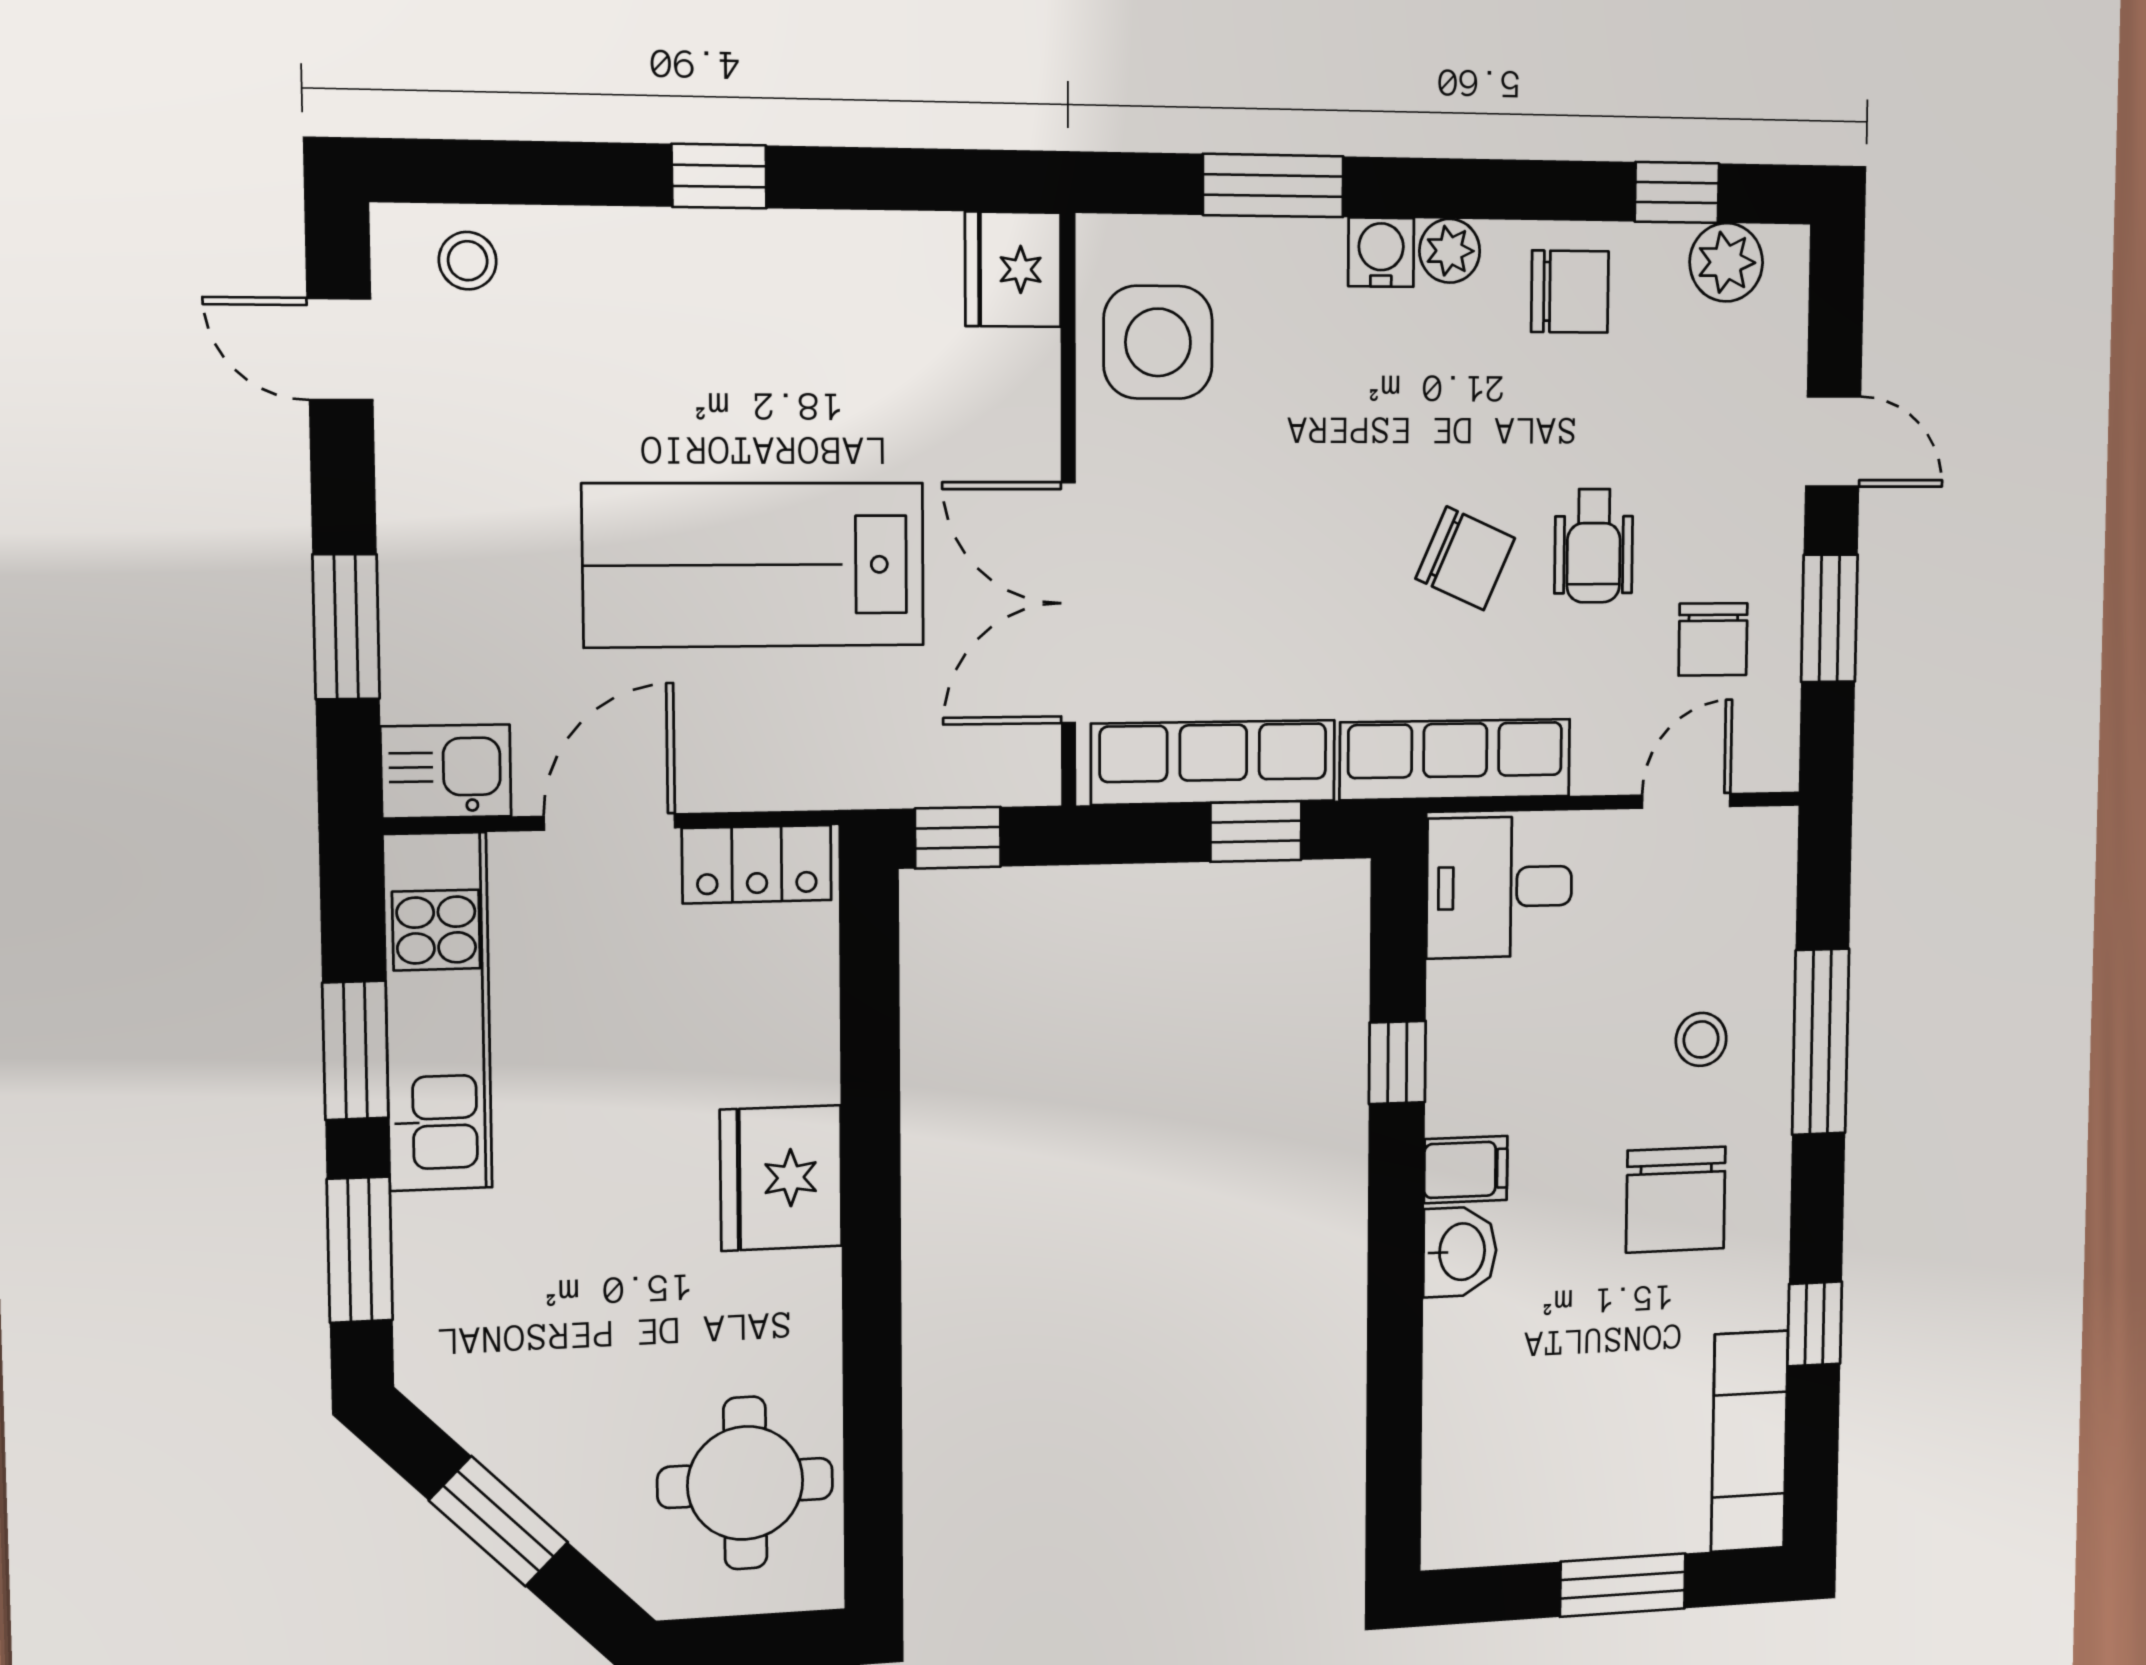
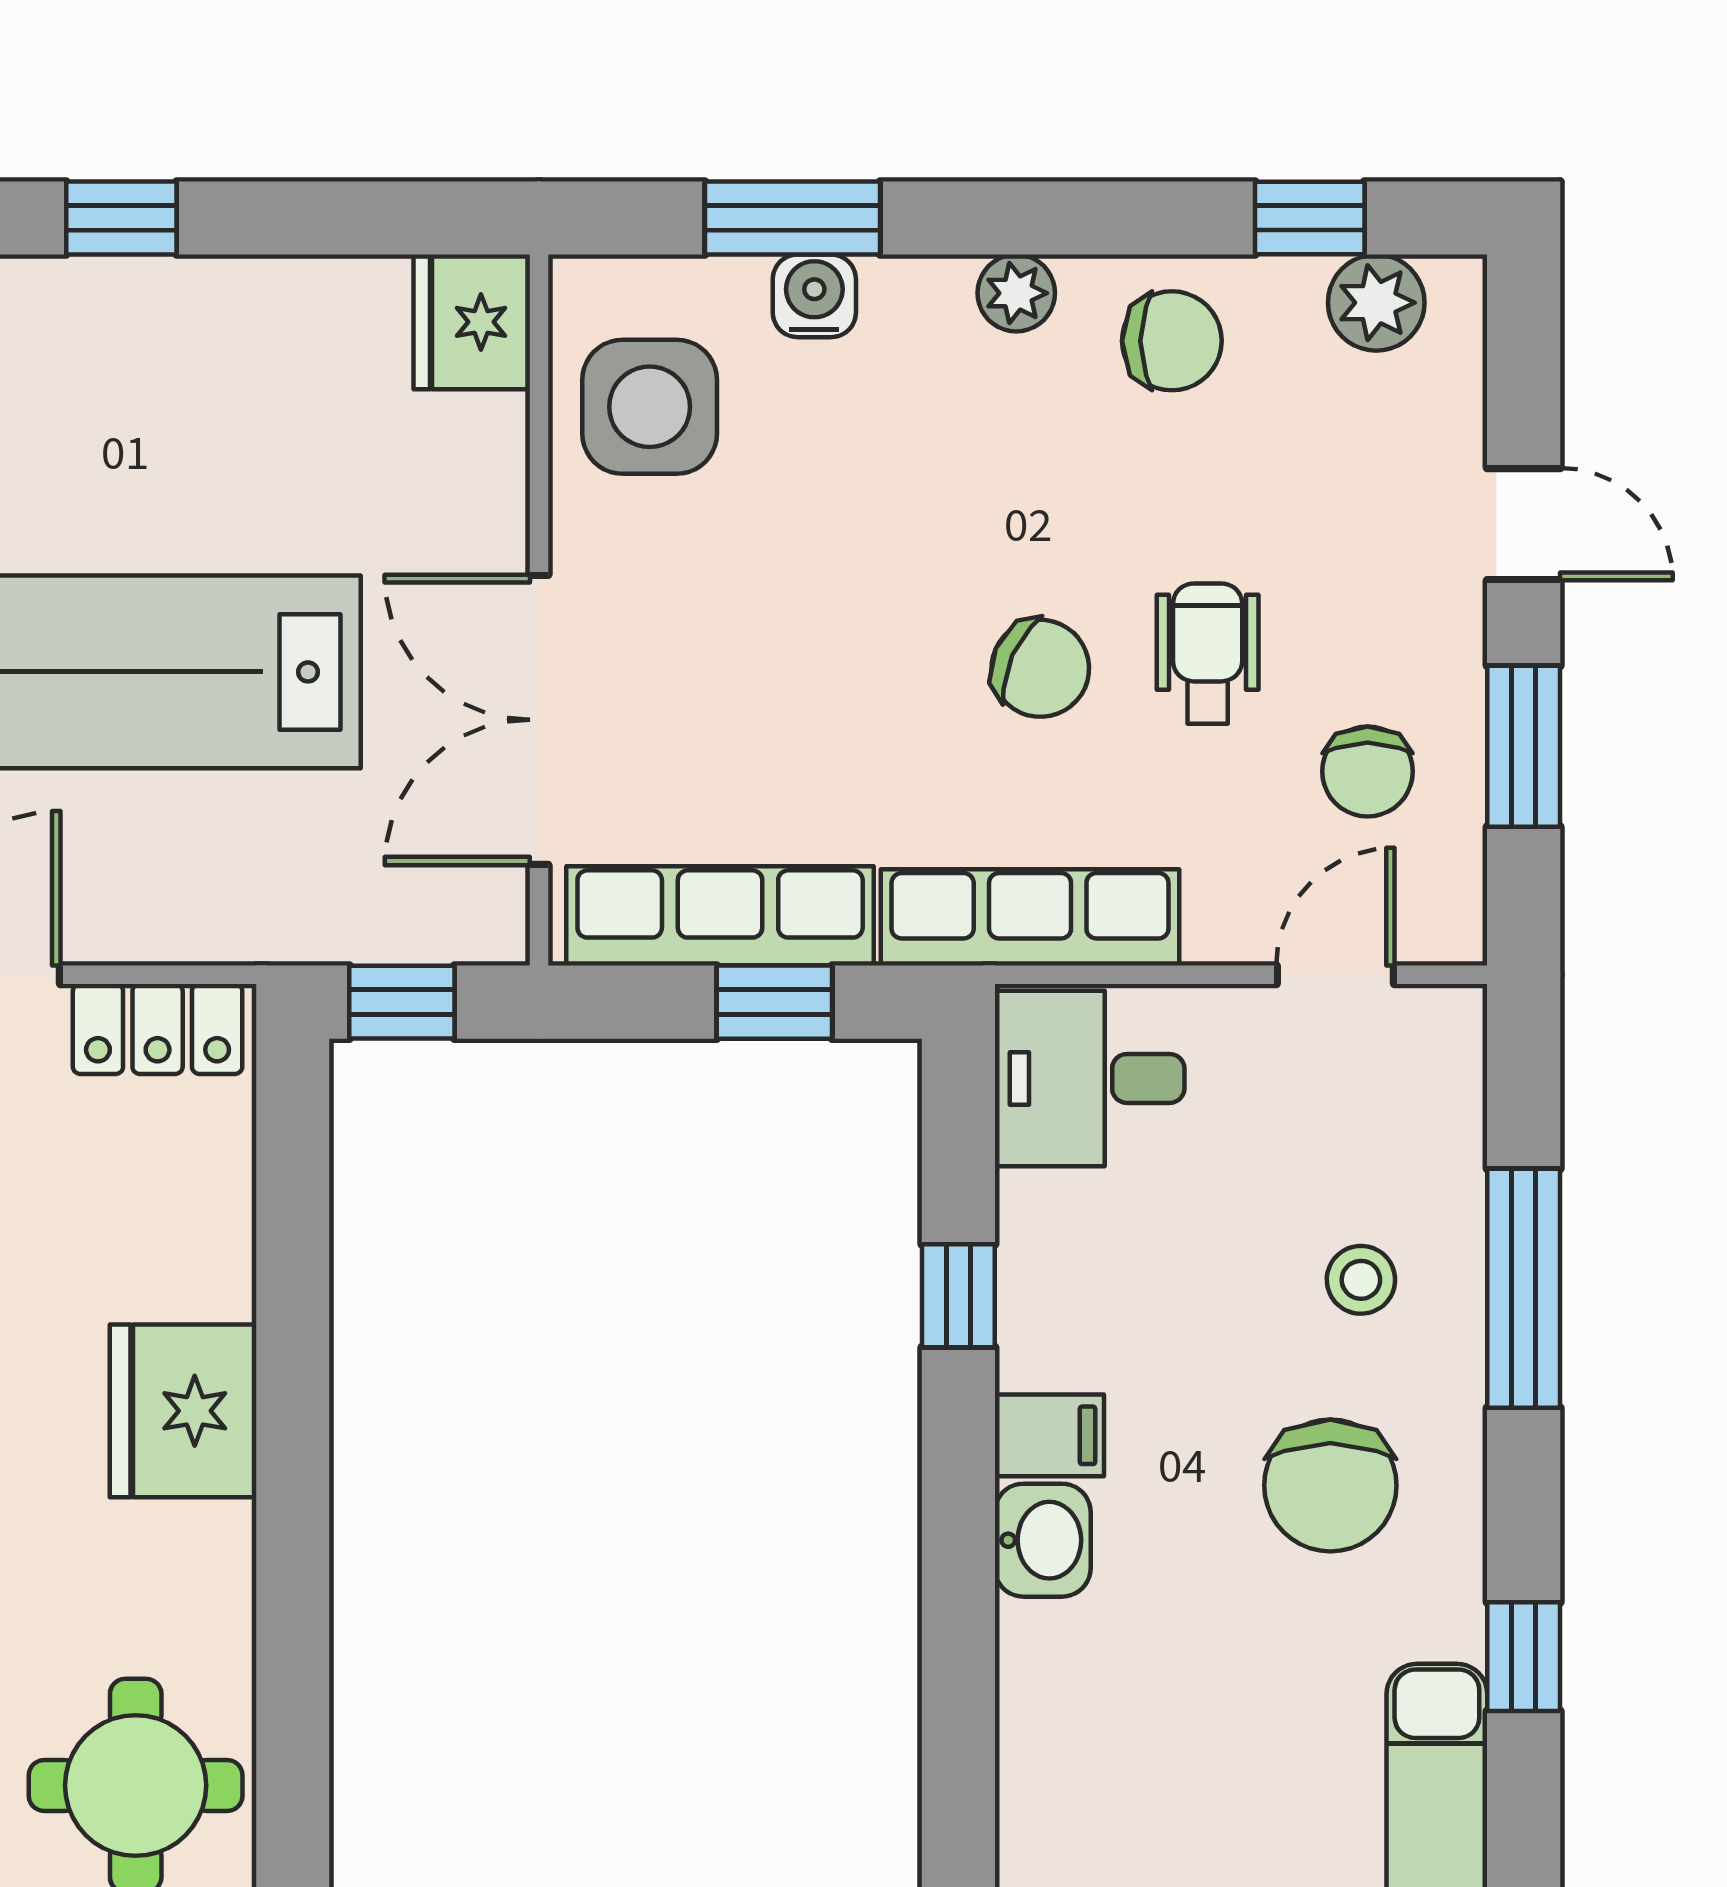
water cooler: (1381, 252) -> (814, 296), moved
wheelchair: (1594, 546) -> (1208, 653), turned 180

